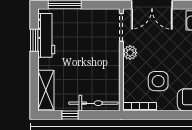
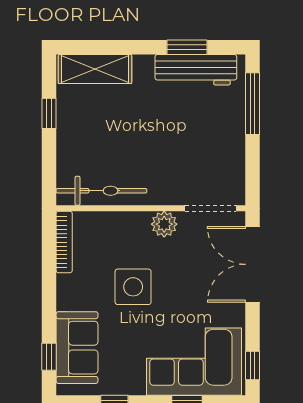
side table: (158, 81) -> (133, 287), moved
bicycle: (93, 103) -> (101, 191), moved, turned -90

